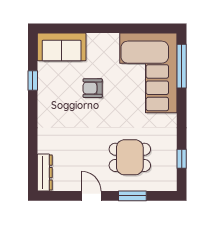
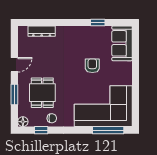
chair: (165, 144) -> (52, 118), added
dresser: (45, 173) -> (42, 31), moved
floor lamp: (170, 184) -> (23, 122), added

